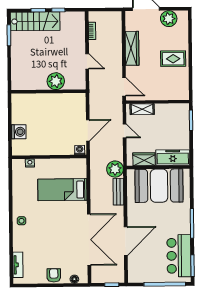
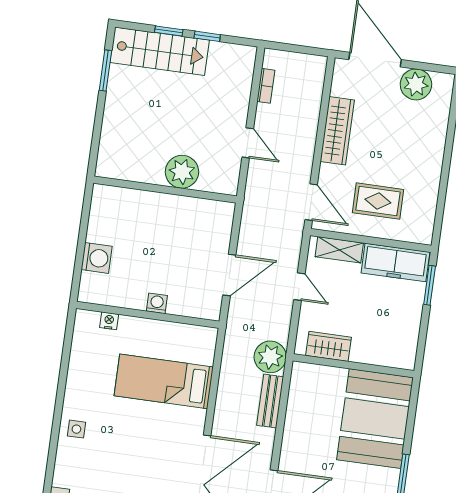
rug: (173, 59) -> (378, 201), moved
washing machine: (80, 150) -> (157, 303), moved
freezer: (173, 158) -> (395, 262), moved, turned 180
booth: (159, 186) -> (375, 419), moved, turned 90

